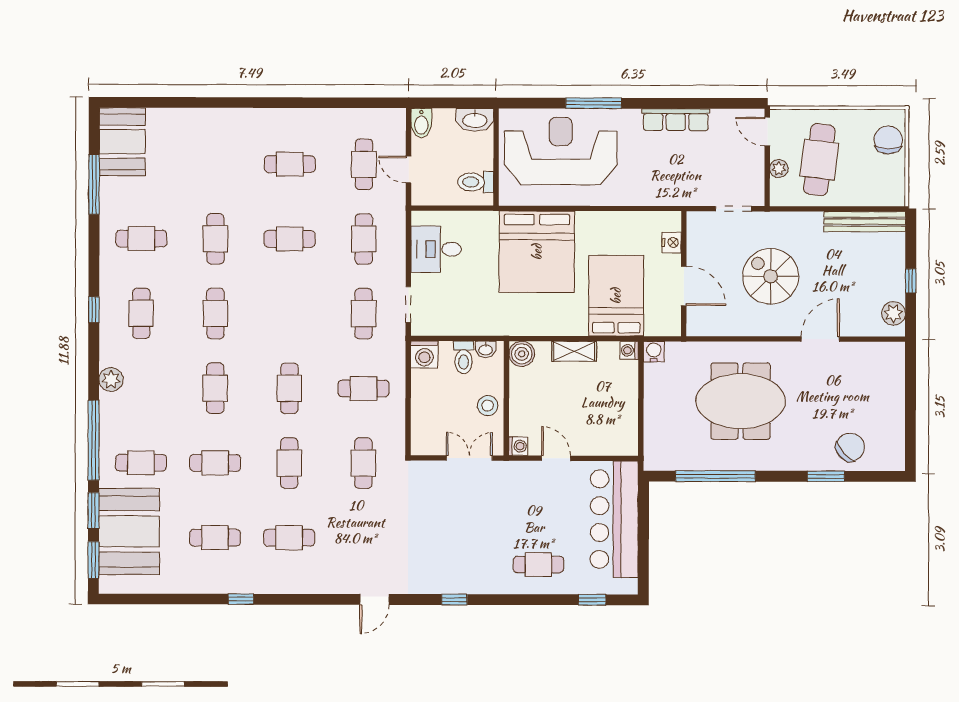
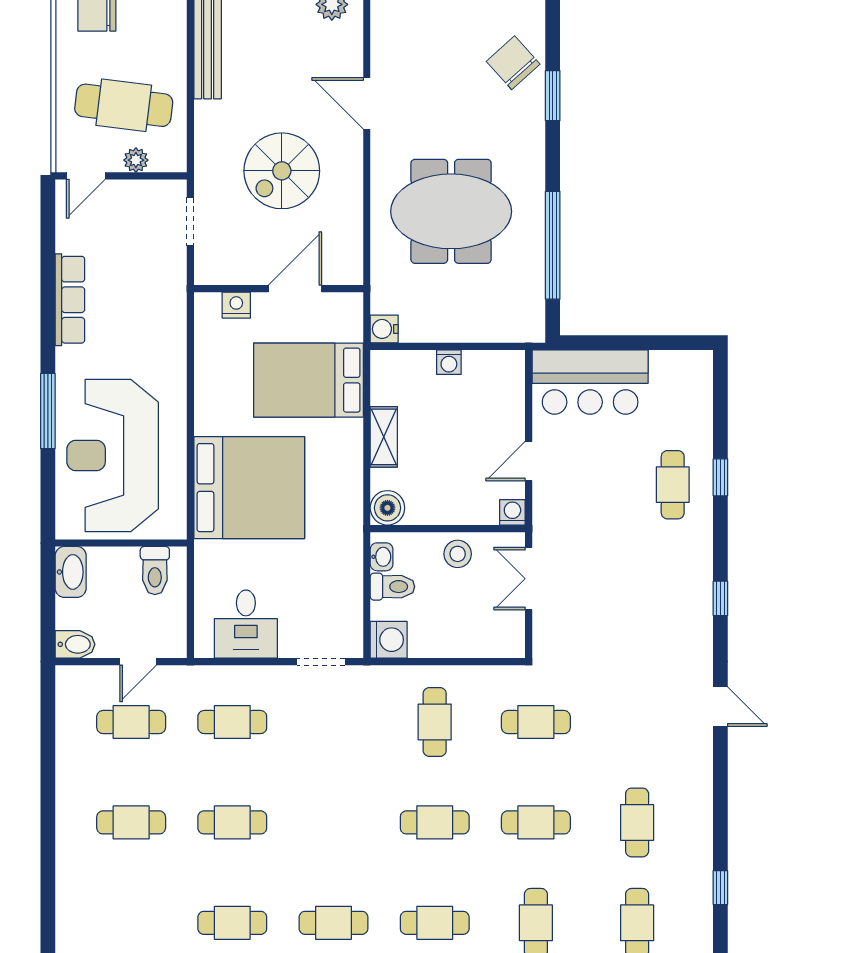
cafe table: (290, 164) -> (131, 822), turned 90
cafe table: (290, 239) -> (232, 822), turned 90
cafe table: (364, 314) -> (334, 722), removed
washing machine: (629, 350) -> (449, 362), moved
meeting table: (741, 401) -> (451, 211), turned 90
bar counter: (614, 519) -> (590, 382), width x0.73
window: (592, 600) -> (720, 477), moved

